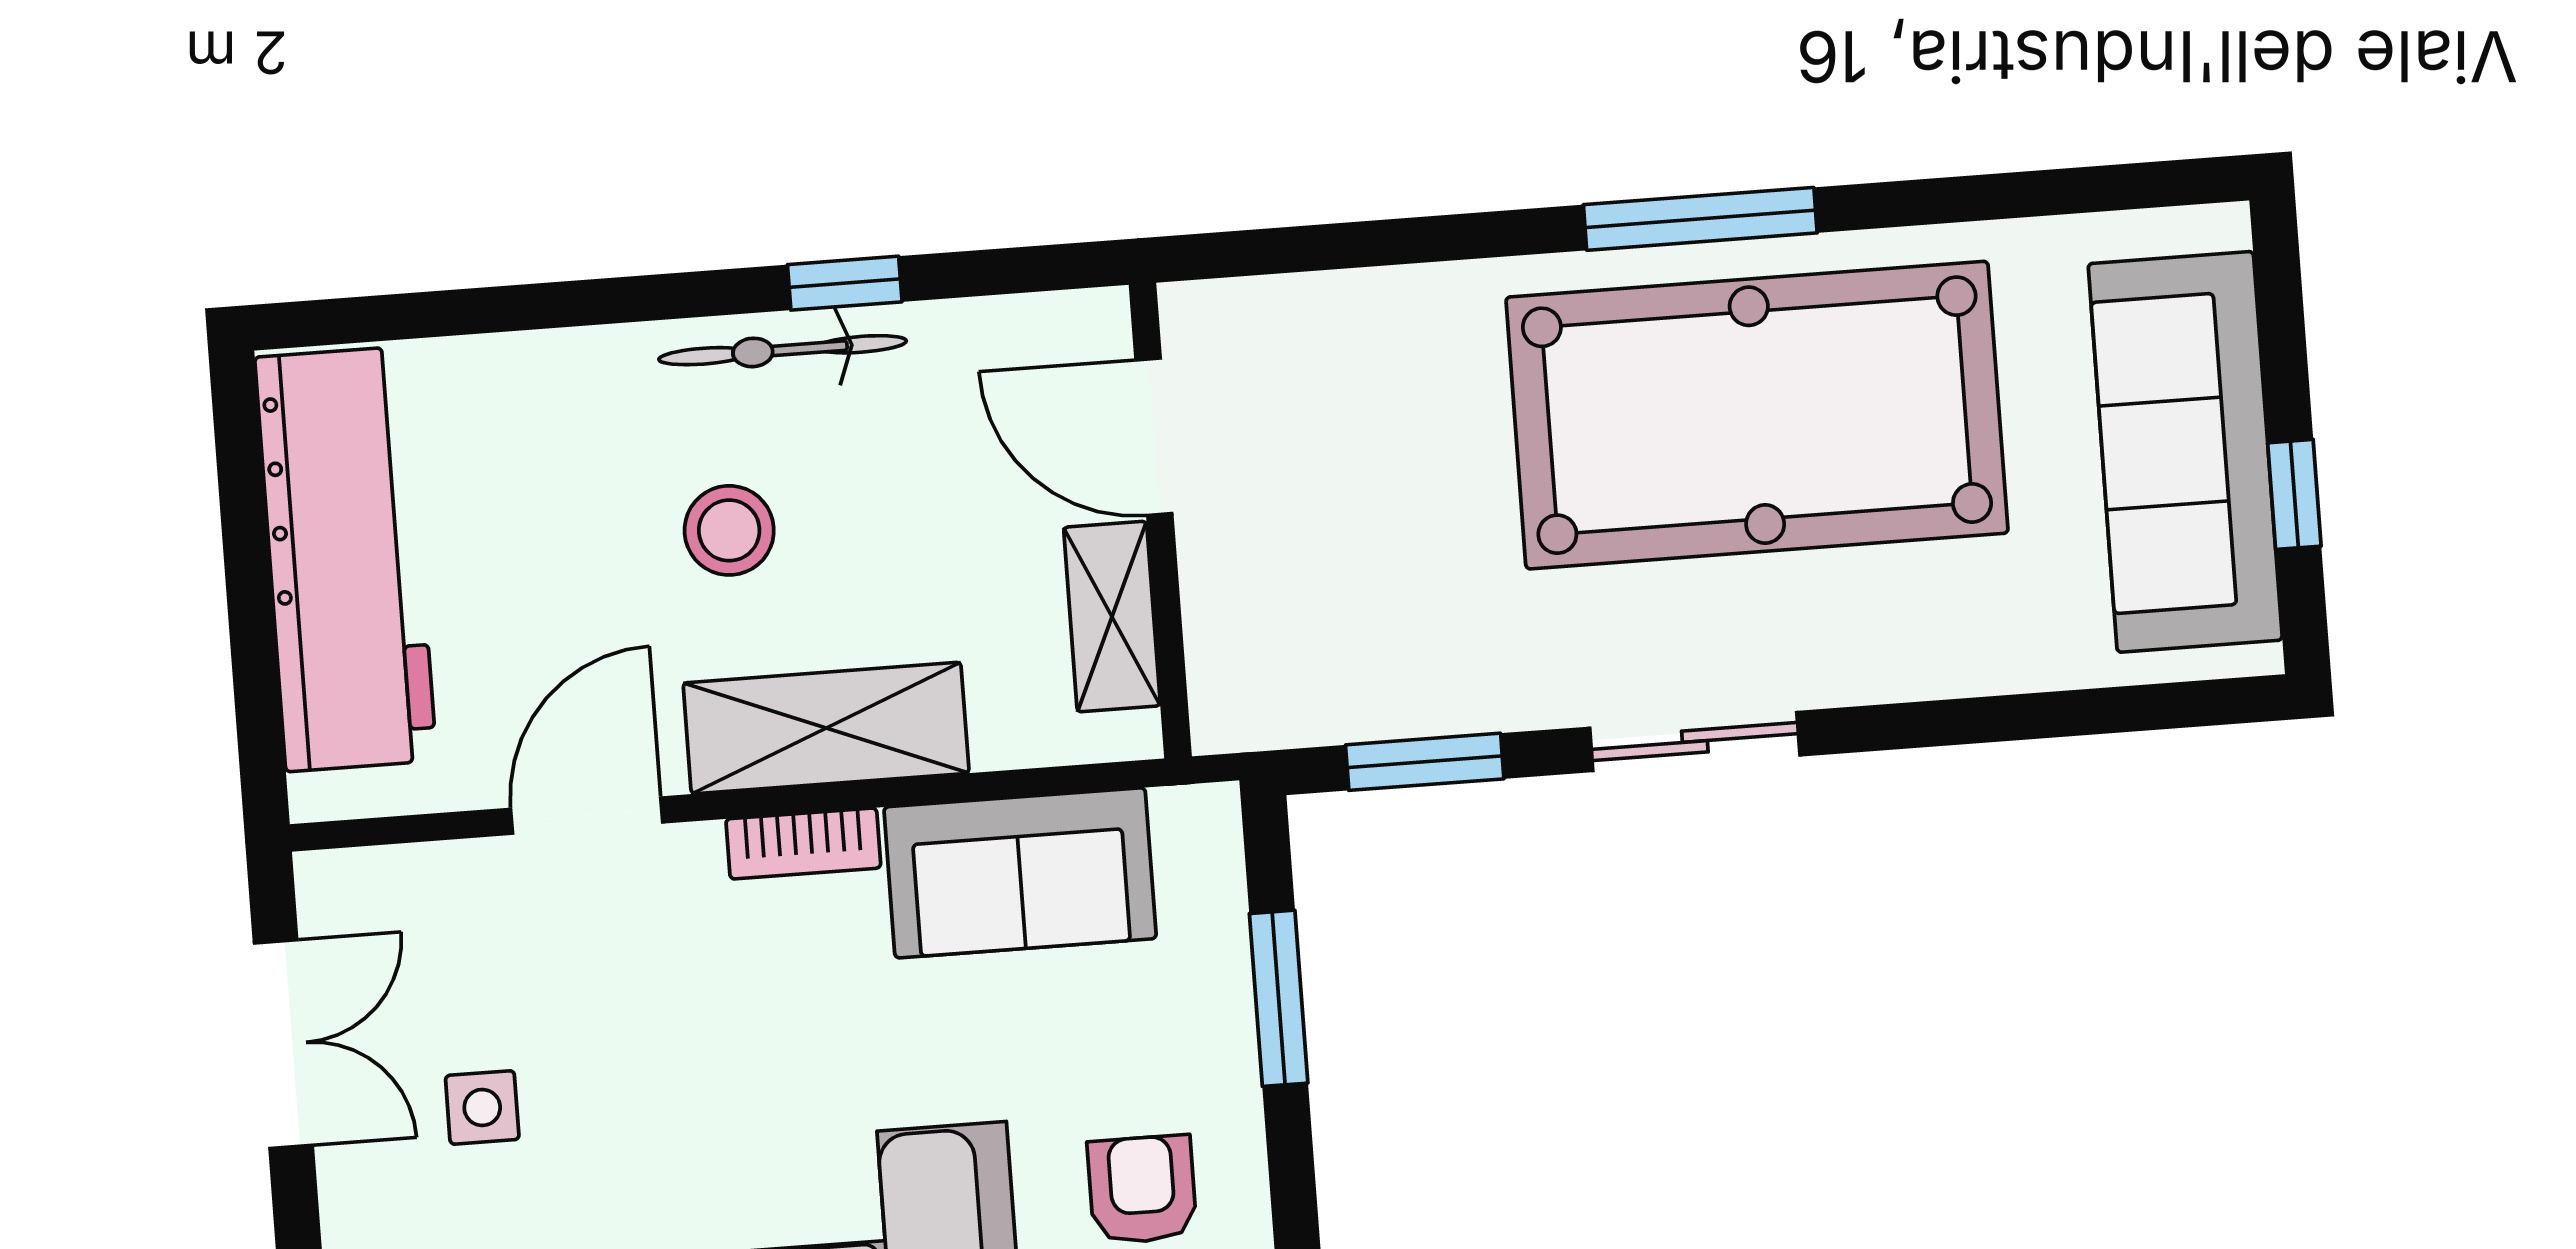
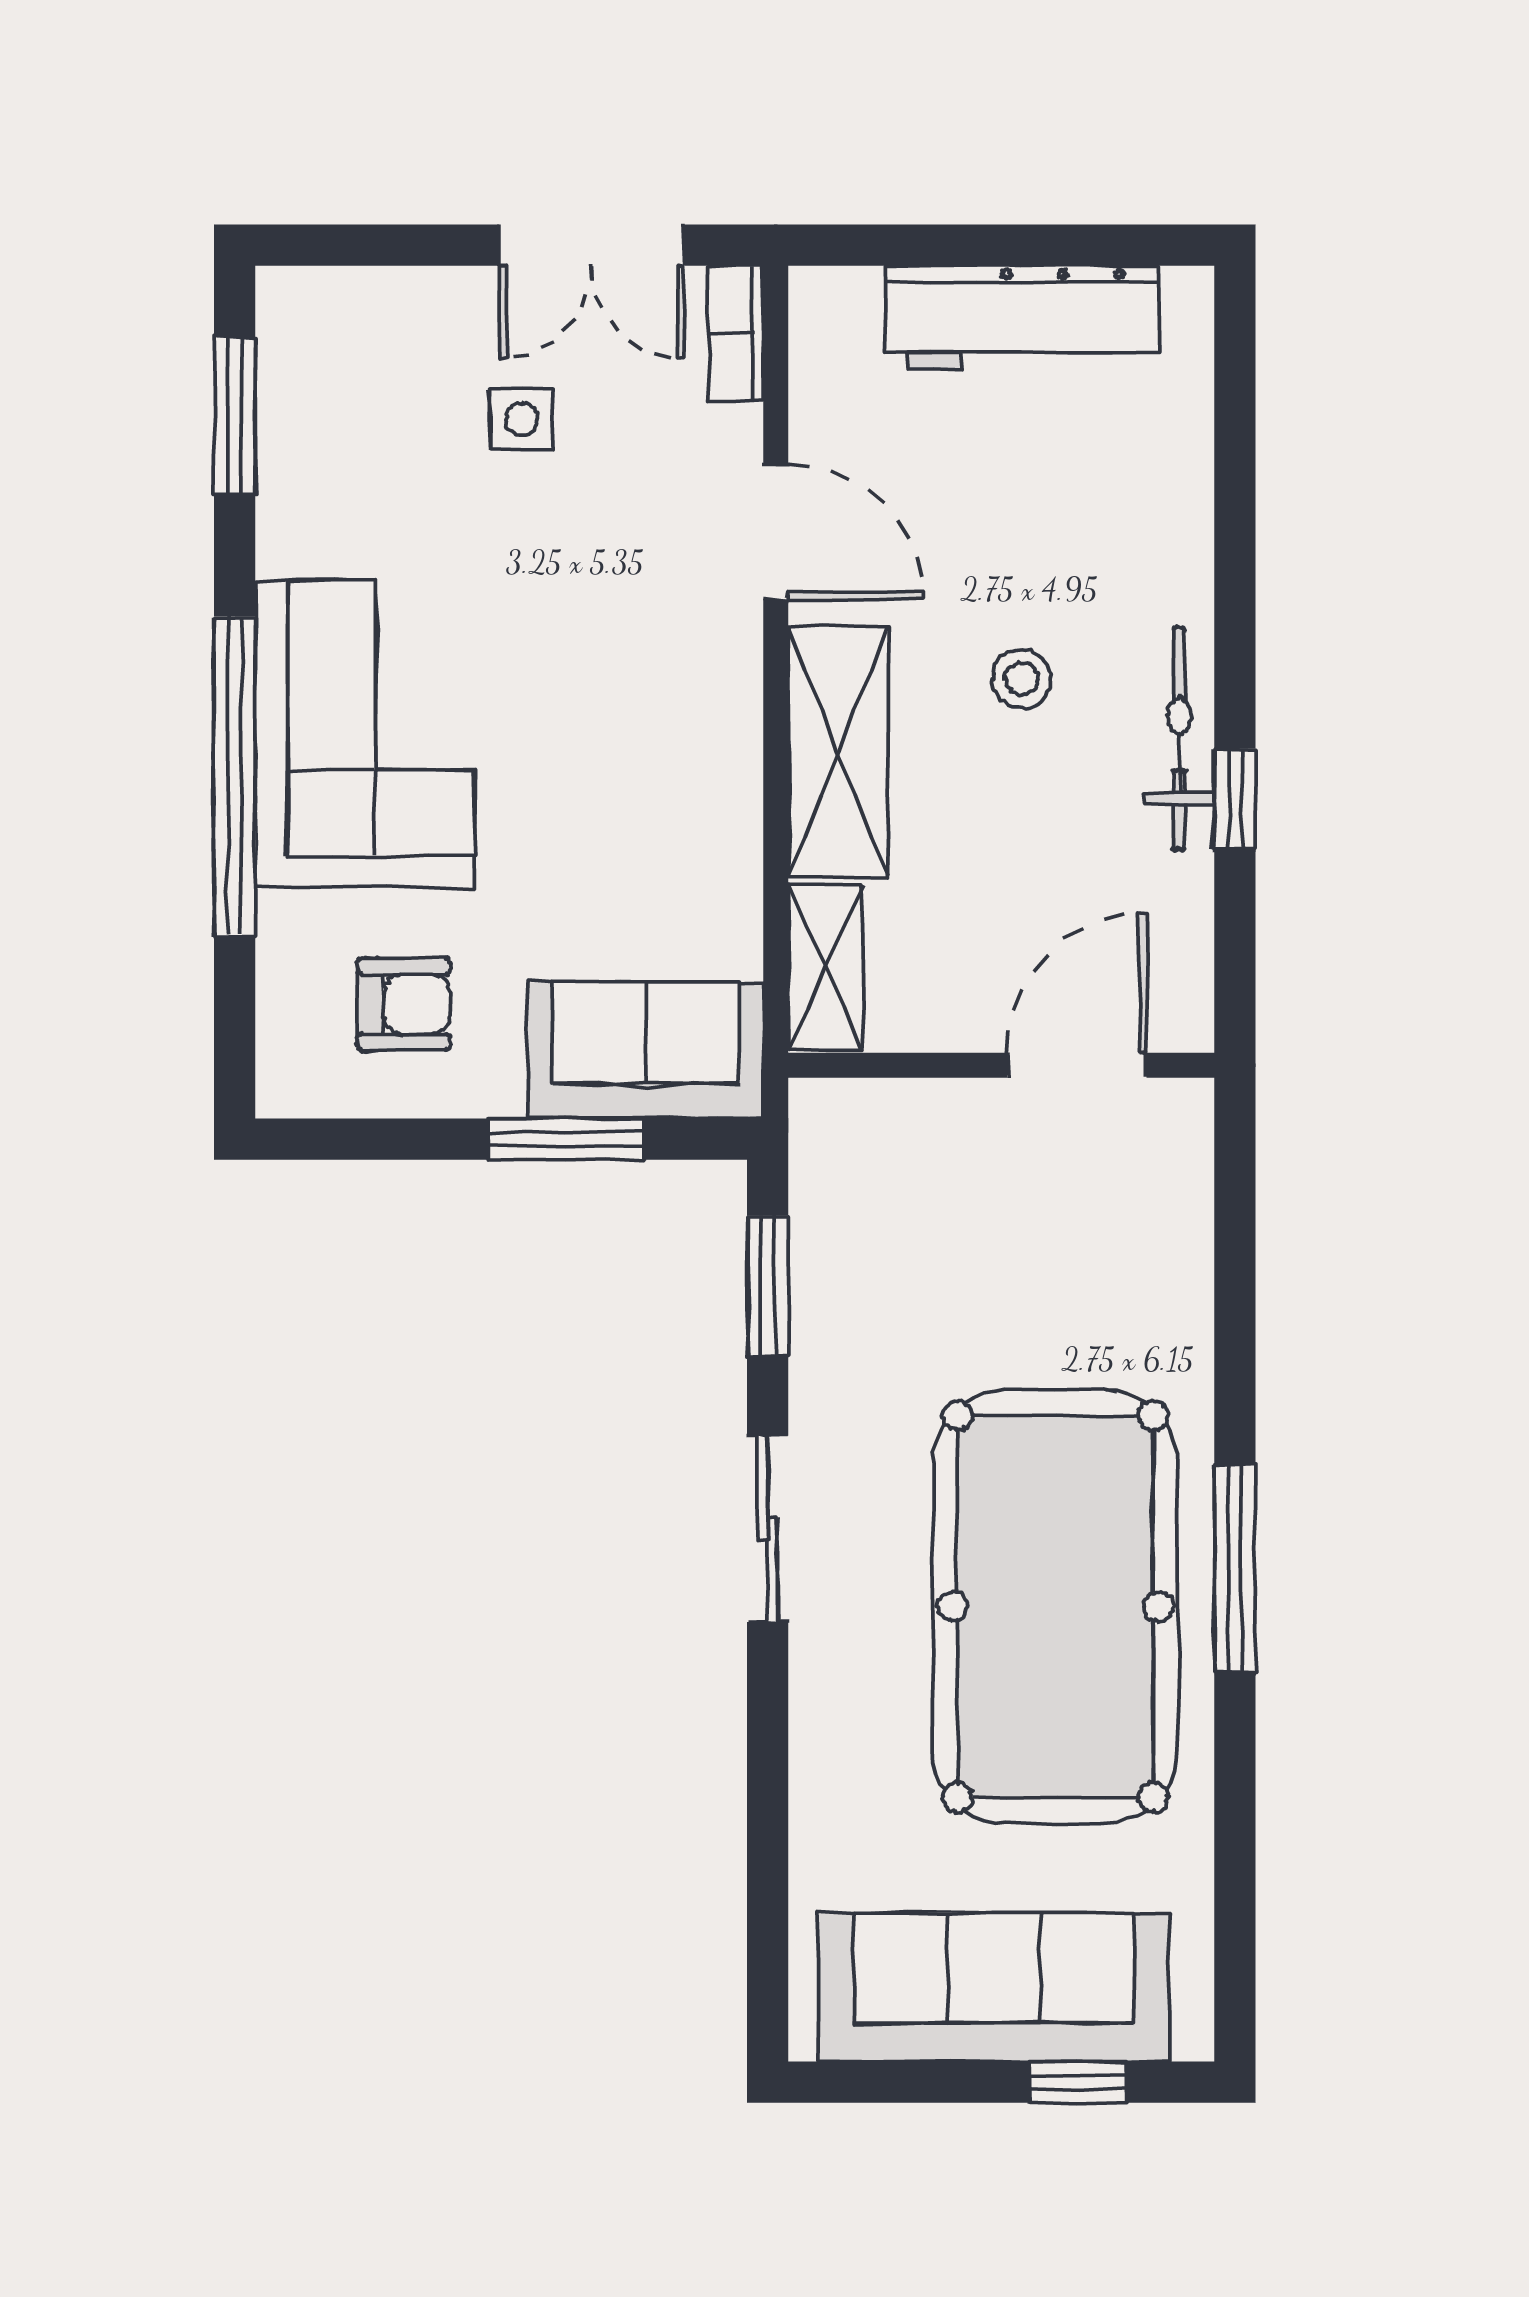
window: (2294, 494) -> (1078, 2082), moved
stool: (729, 530) -> (1021, 679), width x0.73, depth x0.73
workbench: (346, 559) -> (1022, 317), width x0.73, depth x0.76
shelving: (1112, 617) -> (825, 967), moved, turned 90
bookcase: (803, 843) -> (736, 334), moved
sofa: (1020, 873) -> (646, 1051), moved, turned 90

